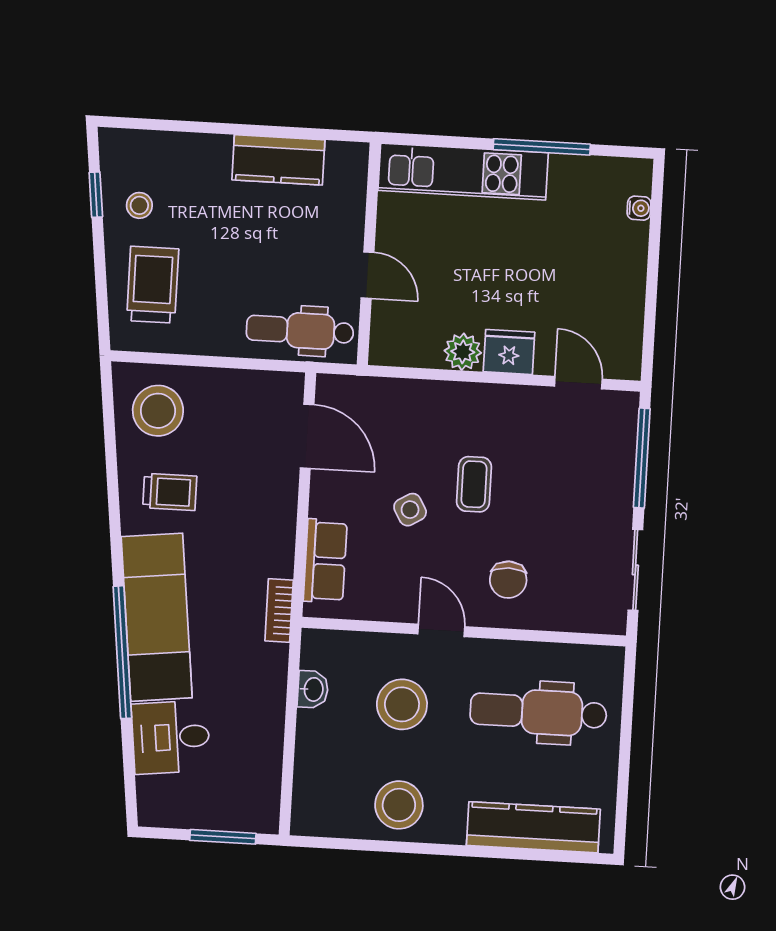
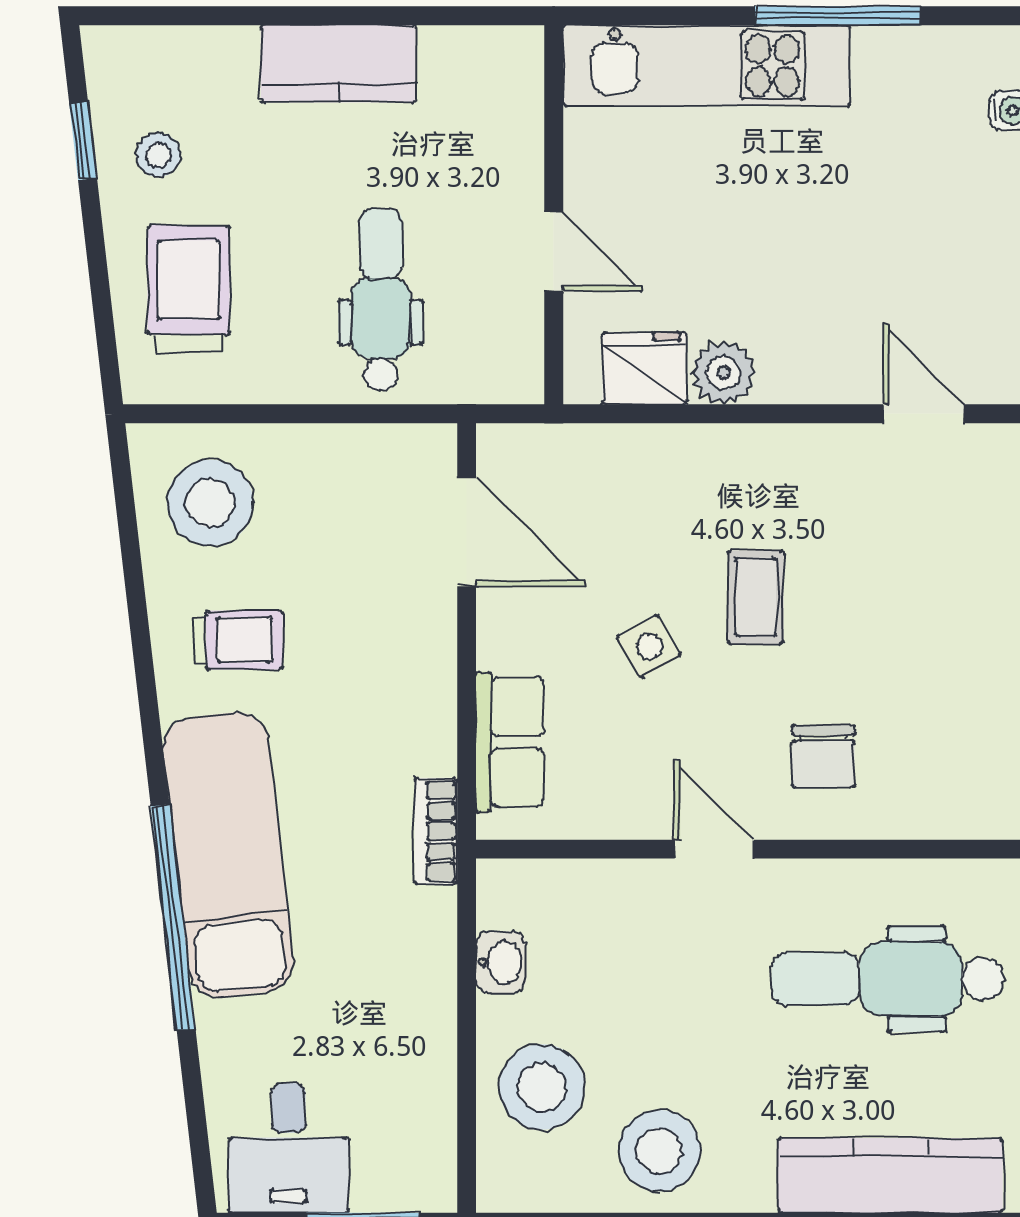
kitchen counter: (278, 160) -> (338, 64), moved
dental chair: (300, 330) -> (381, 300), moved, turned 90
fridge: (509, 352) -> (645, 368), moved
stool: (402, 704) -> (542, 1087), moved
desk: (171, 737) -> (289, 1148), moved, turned -83

